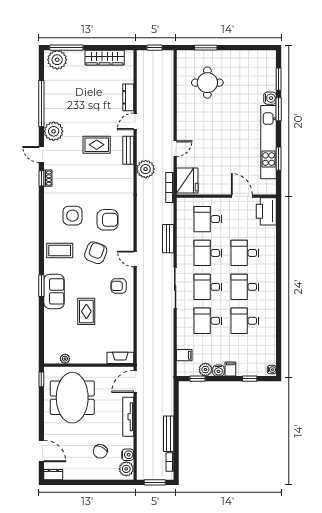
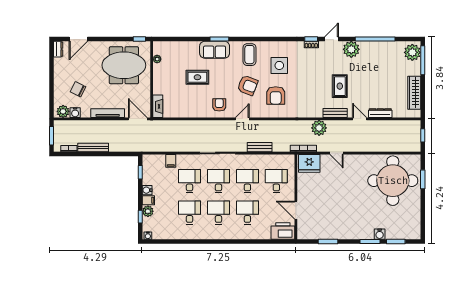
round table: (207, 83) -> (393, 181), width x1.86, depth x1.86
kitchen unit: (269, 142) -> (342, 233), removed
door: (242, 196) -> (296, 210), swing flipped
filing cabinet: (184, 355) -> (171, 161), moved
plant: (205, 370) -> (148, 211), moved

